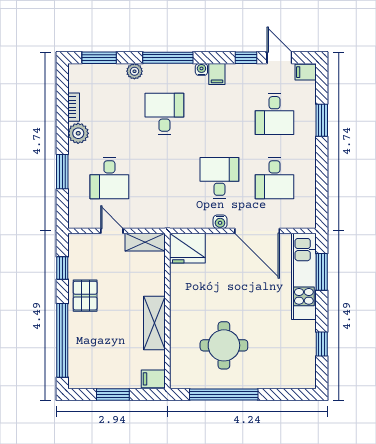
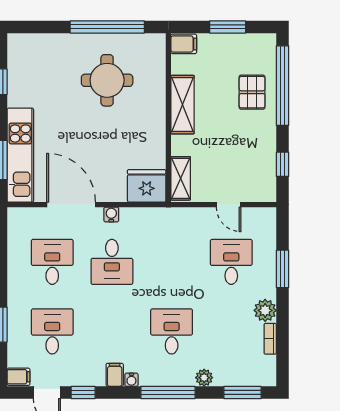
desk: (164, 114) -> (172, 331), turned 180
shelving: (145, 242) -> (181, 178), moved, turned 90
pallet: (85, 296) -> (252, 92), moved

